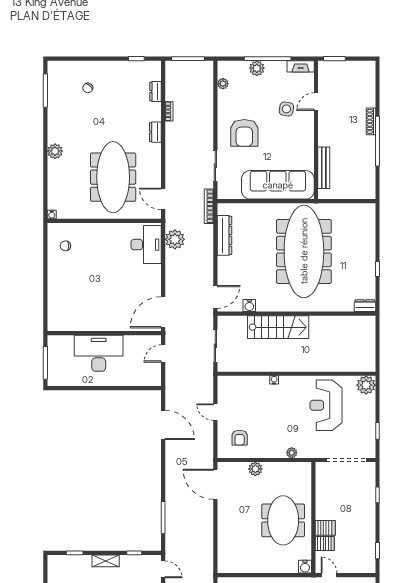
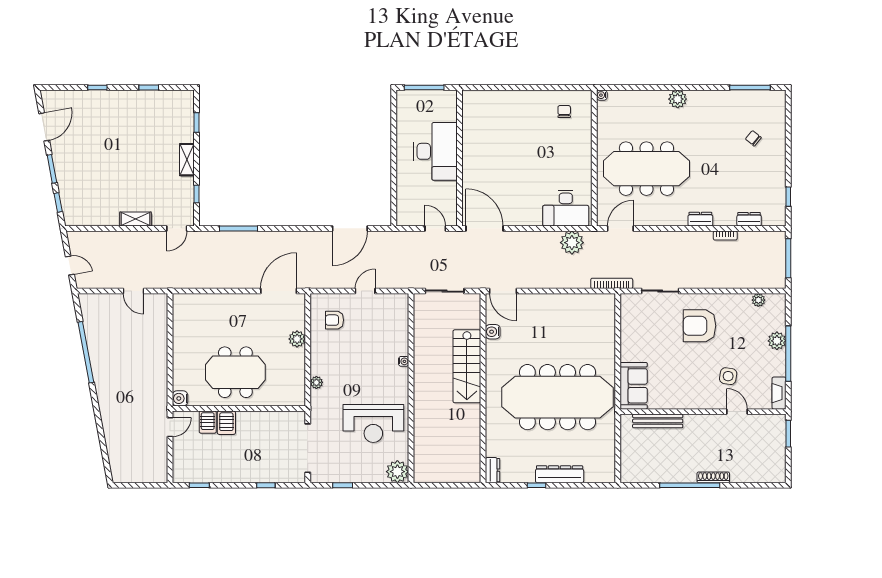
sofa: (278, 185) -> (634, 386), width x0.54, depth x0.79
dresser: (224, 235) -> (560, 474), moved, turned 180
reception desk: (326, 405) -> (373, 423), turned 180

